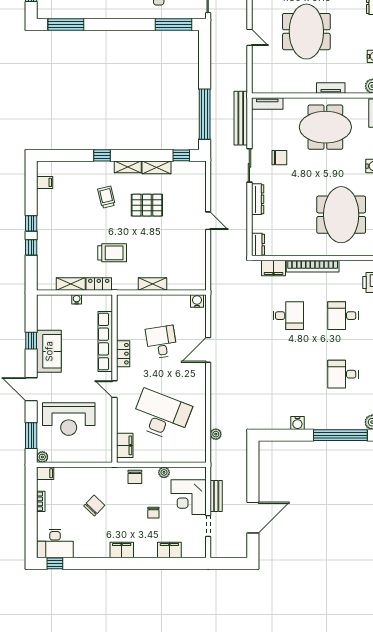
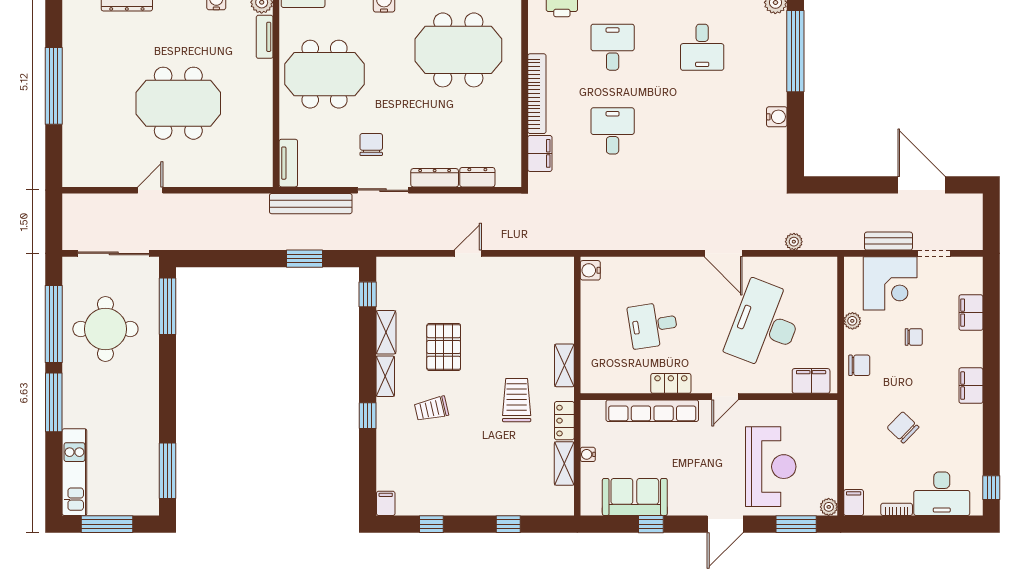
door: (249, 37) -> (150, 190), moved
tv unit: (331, 88) -> (265, 37), moved
window: (205, 114) -> (304, 259), width x0.47
meeting table: (325, 127) -> (324, 74), turned 90
filing cabinet: (45, 182) -> (386, 503), moved
window: (31, 223) -> (431, 524), moved
dresser: (258, 245) -> (477, 177), moved
shelving: (152, 284) -> (564, 365), moved
desk: (343, 316) -> (613, 47), turned 180
door: (208, 350) -> (723, 253), moved
sofa: (49, 351) -> (635, 497), moved
desk: (55, 543) -> (942, 494), moved, turned 90

